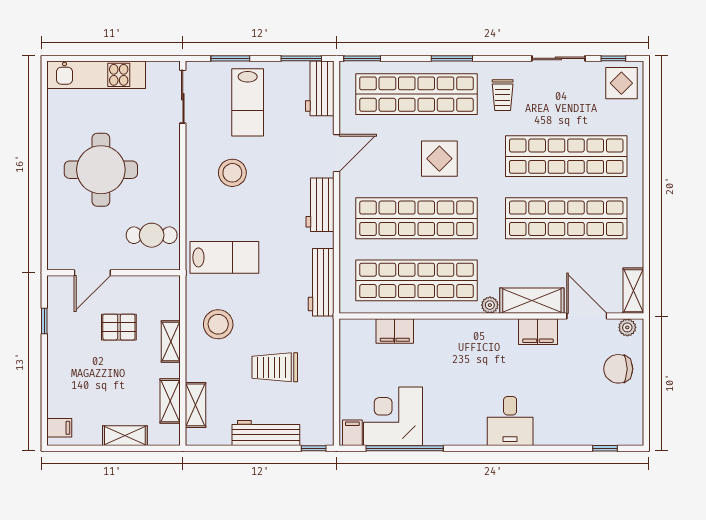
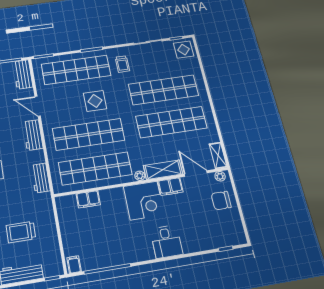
door: (337, 153) -> (38, 106), swing flipped
workbench: (321, 282) -> (41, 178), width x0.73
corner desk: (393, 416) -> (144, 201), moved, turned 180

